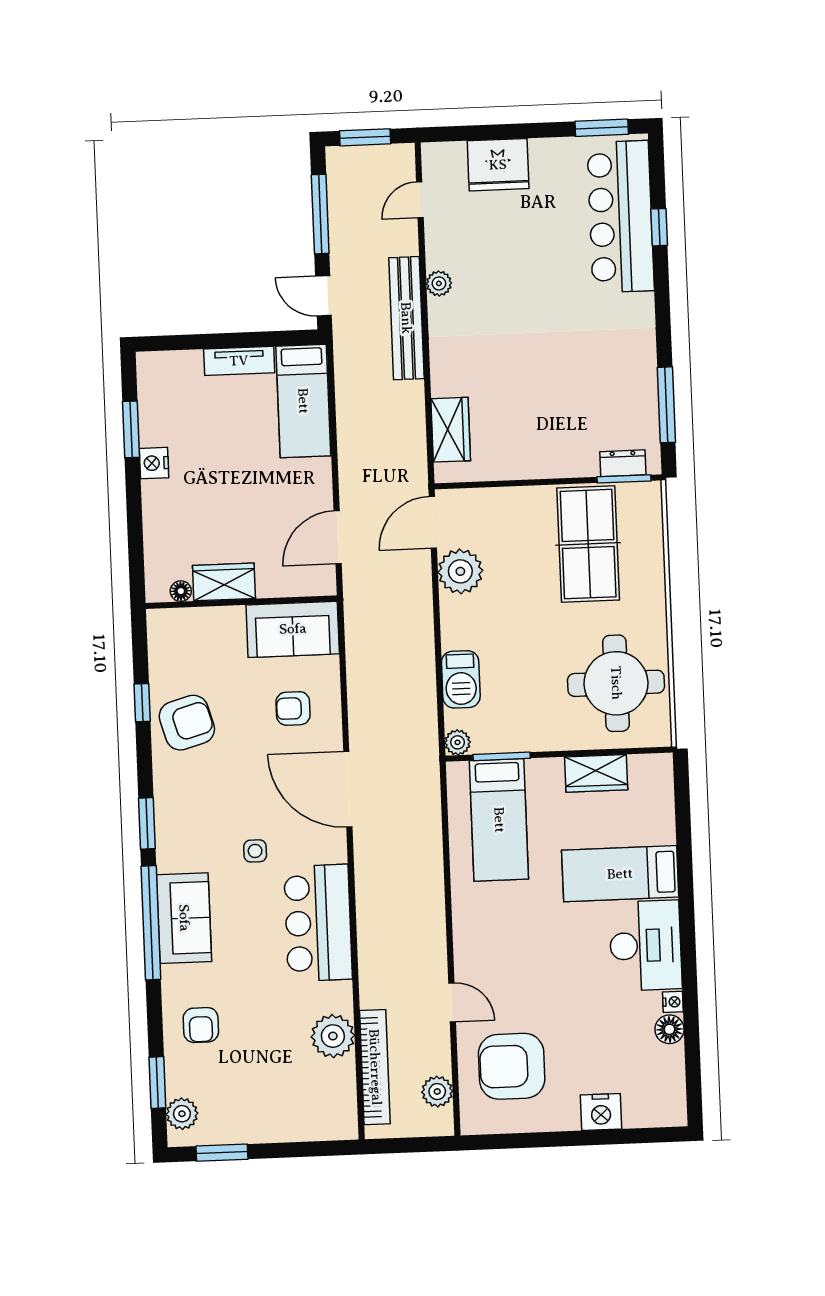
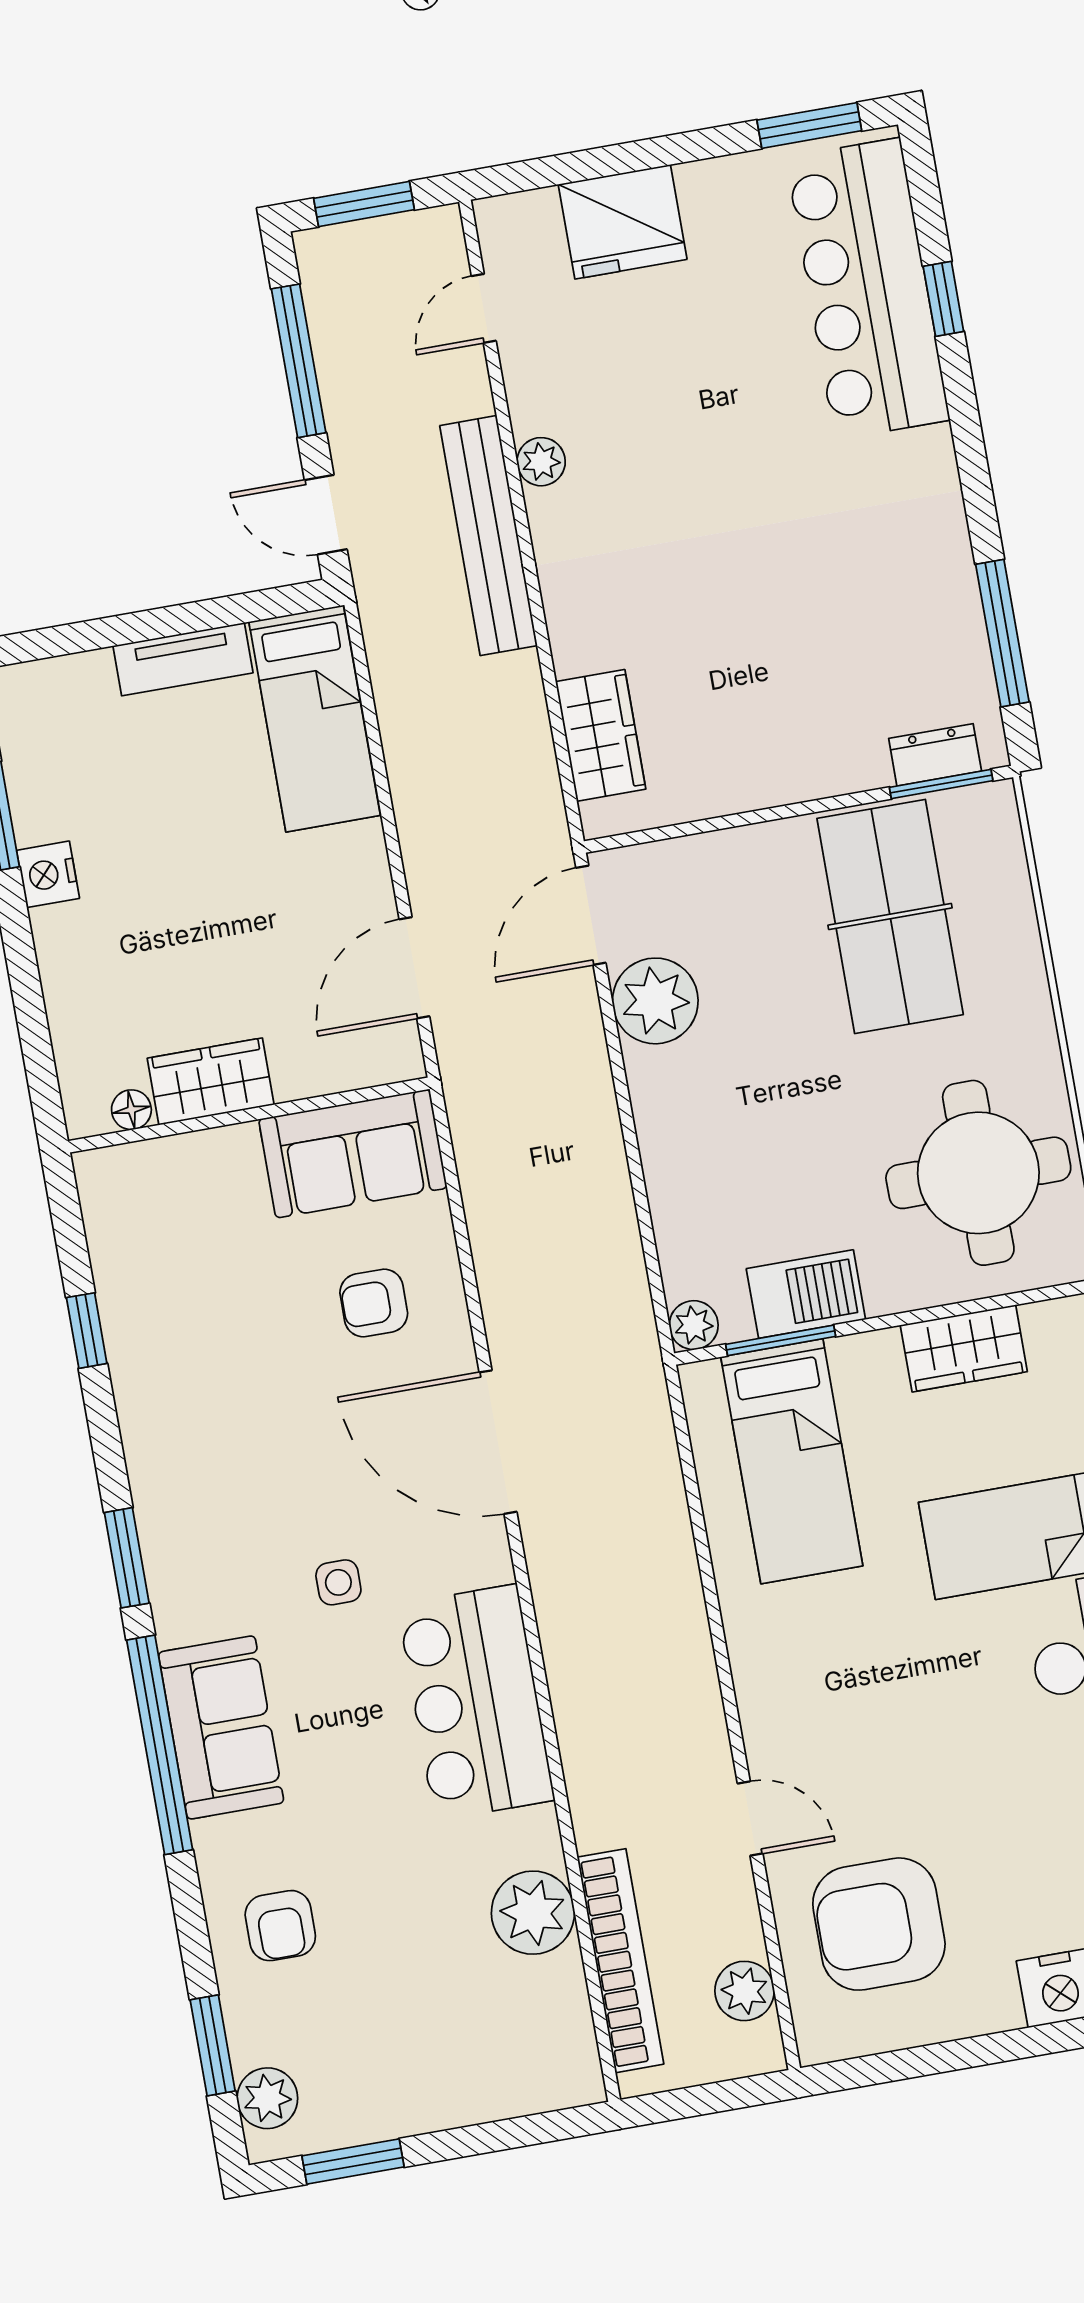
barbecue: (461, 679) -> (806, 1294), moved, turned -90
armchair: (187, 723) -> (177, 1357), removed

